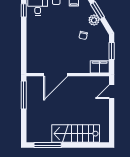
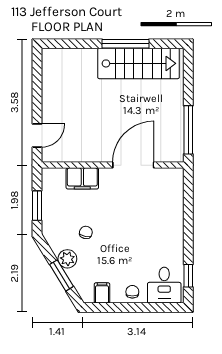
filing cabinet: (100, 67) -> (82, 178), moved
stairs: (76, 134) -> (139, 63), moved
window: (48, 145) -> (126, 44), moved

